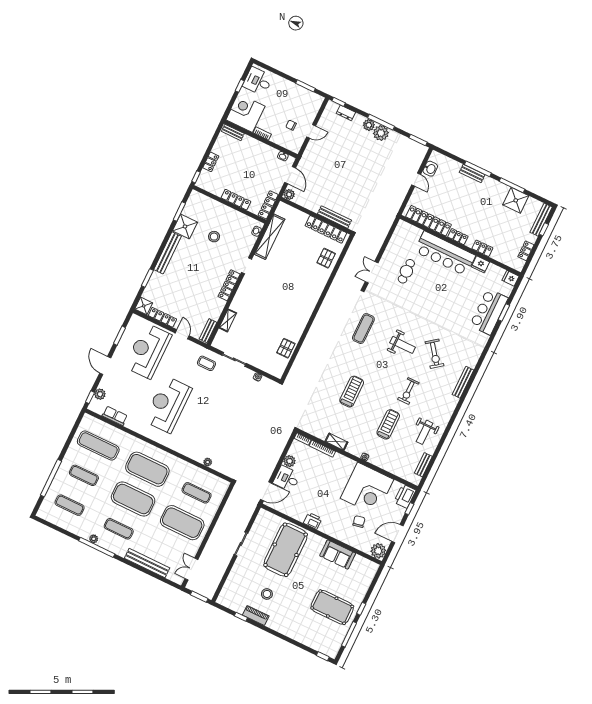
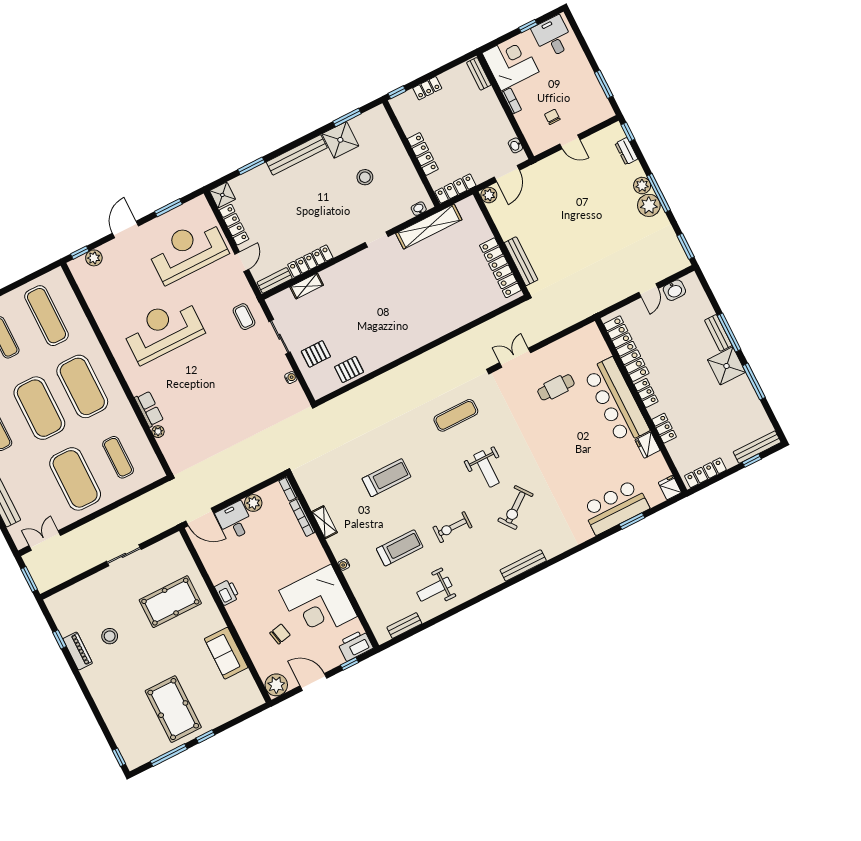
shower: (516, 200) -> (727, 366), moved
locker: (526, 251) -> (705, 473), width x1.53
pallet: (326, 258) -> (316, 354), moved
locker: (229, 285) -> (310, 261), moved
row of seats: (115, 416) -> (149, 409), moved
pool table: (286, 550) -> (170, 602), width x0.73, depth x0.76

